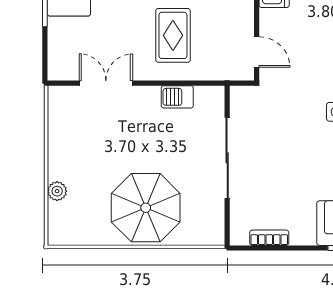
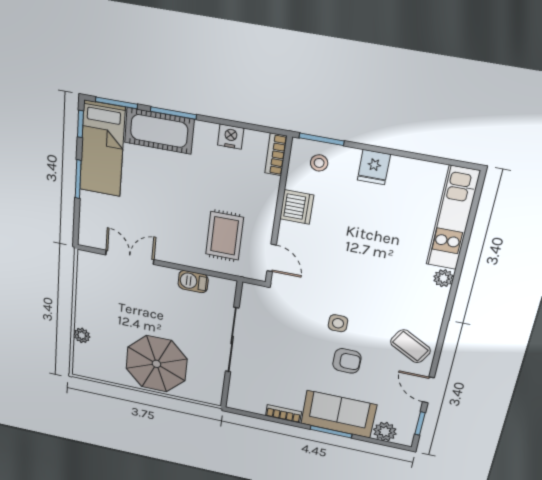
rug: (173, 35) -> (225, 236), moved
bookcase: (269, 238) -> (283, 414), moved

